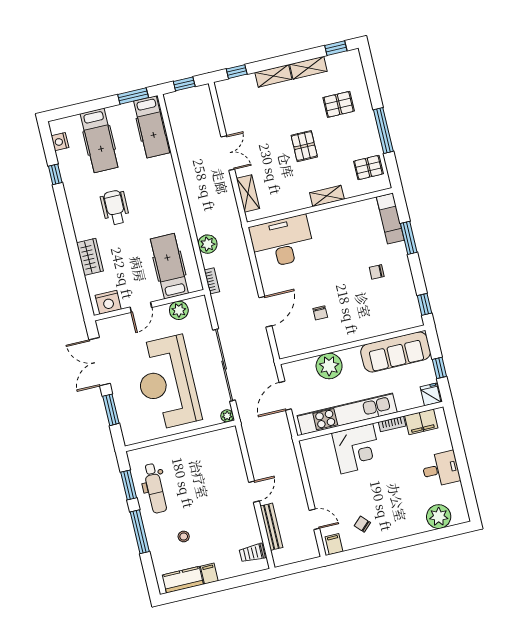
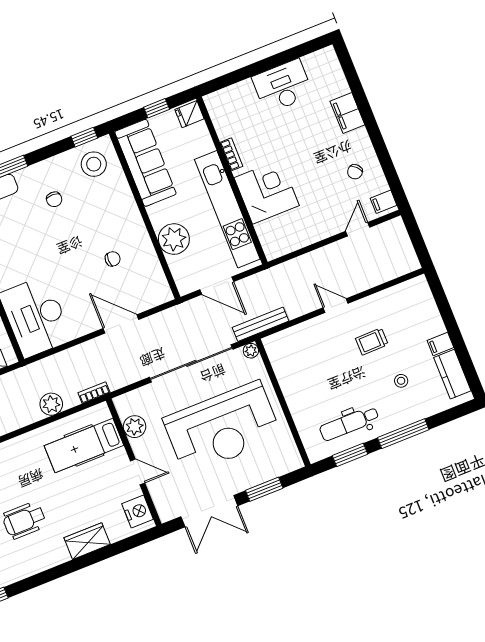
stool: (401, 309) -> (94, 164), added
filing cabinet: (421, 422) -> (347, 113), moved, turned 180
desk: (441, 469) -> (283, 86), width x1.37
dental chair: (155, 488) -> (349, 423), turned 180
plant: (439, 517) -> (333, 83), removed
bench: (271, 527) -> (261, 324), moved
trolley: (252, 553) -> (372, 342), moved, turned 89

